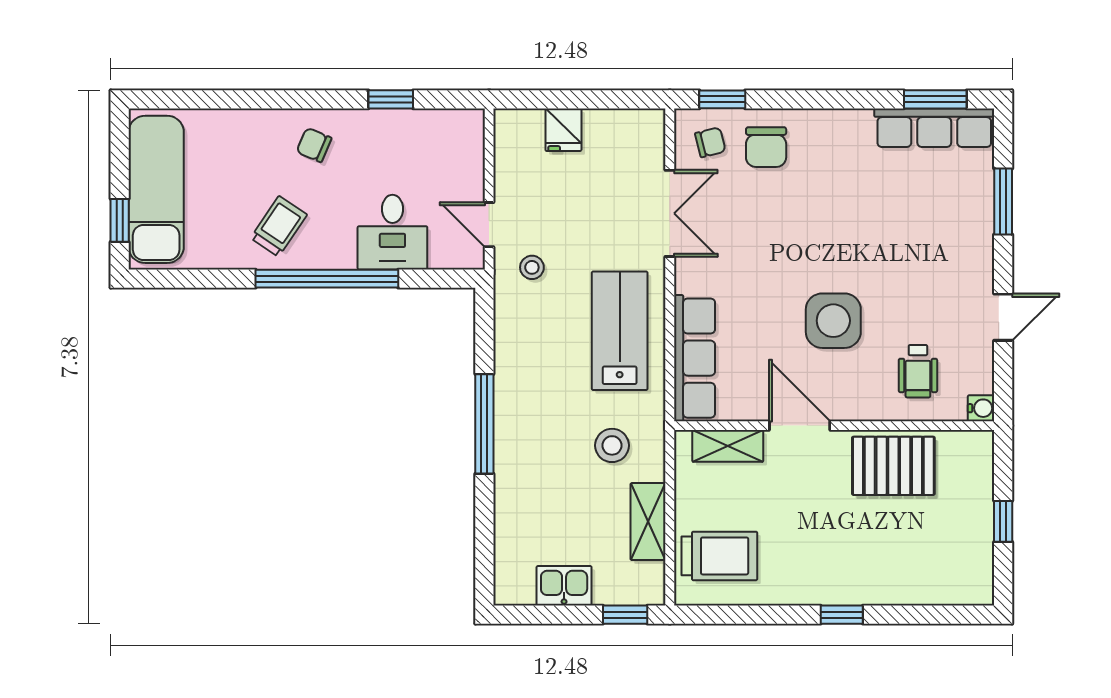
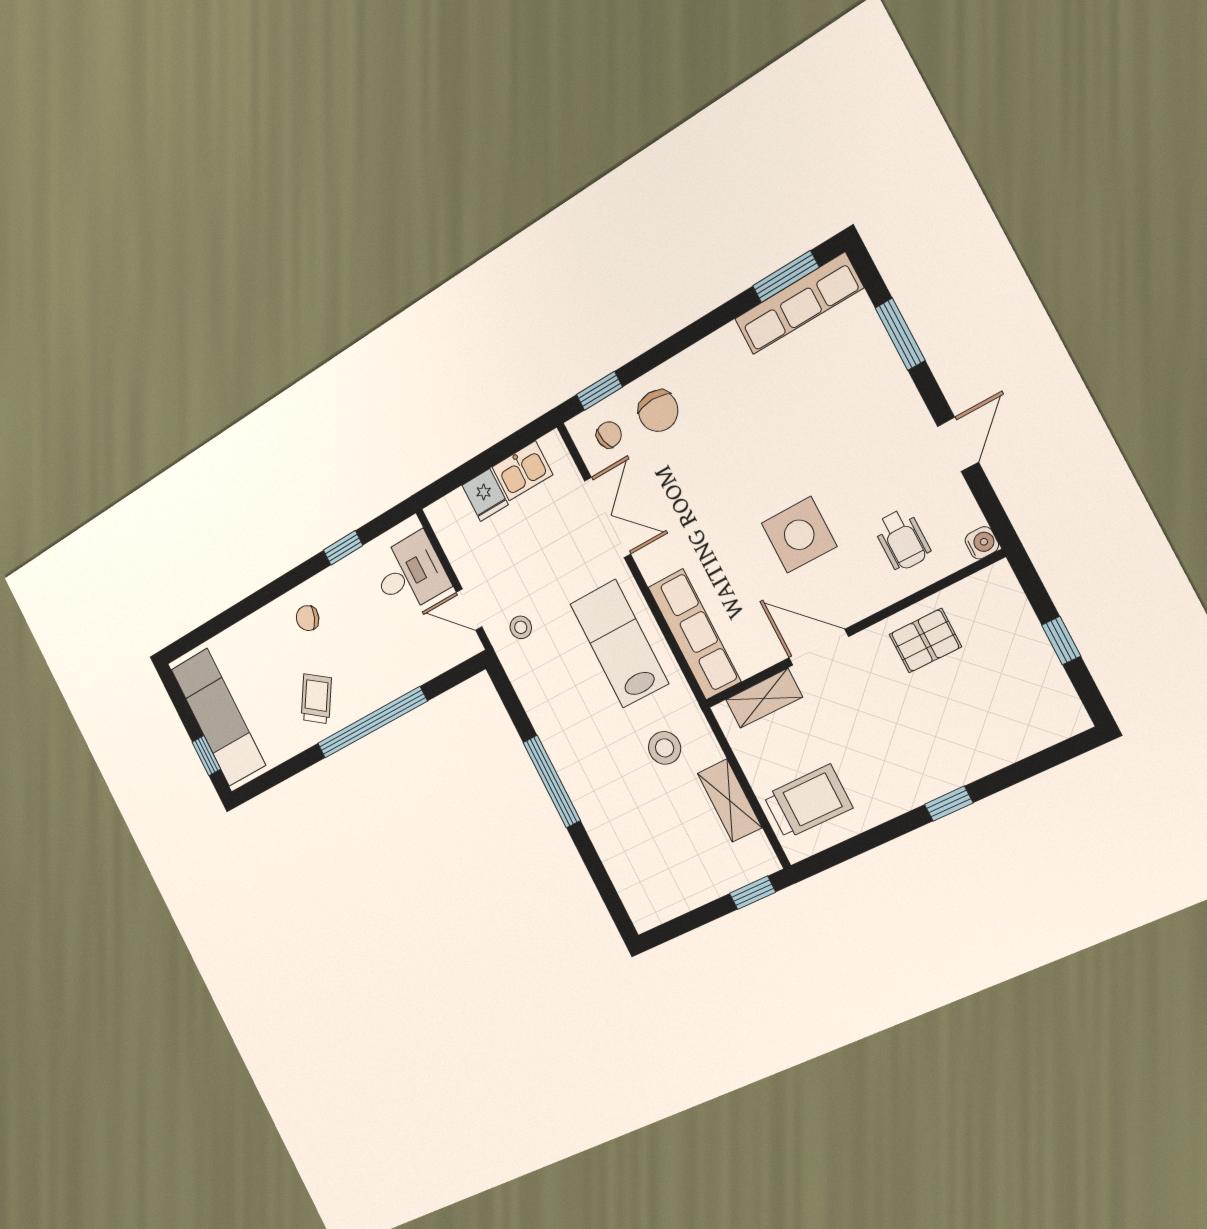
desk: (392, 232) -> (410, 574), moved, turned -90
pallet: (893, 466) -> (925, 641), width x0.67, depth x0.71
kitchen sink: (564, 586) -> (522, 471), moved, turned 180

